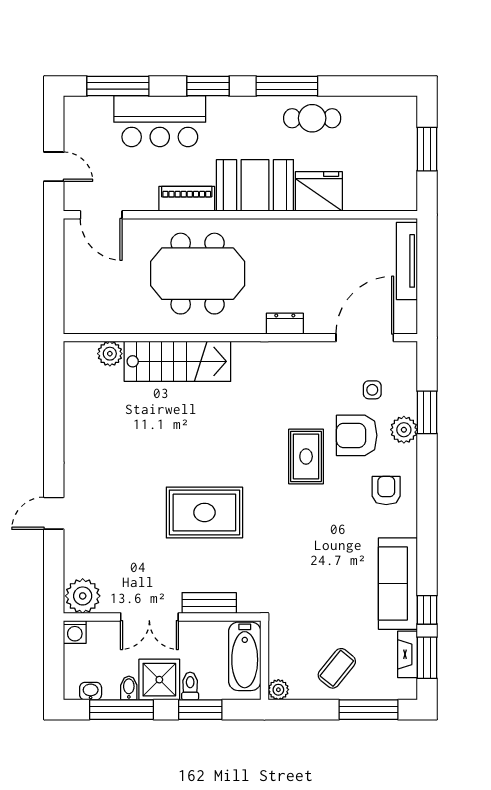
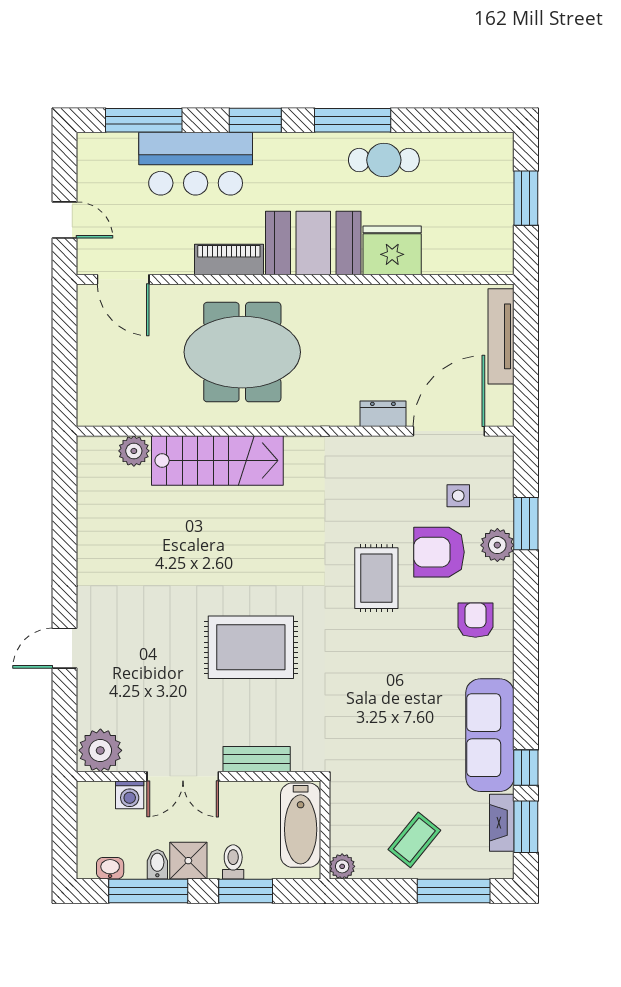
dresser: (285, 324) -> (383, 414), moved
washing machine: (75, 632) -> (130, 795), moved
shower: (159, 680) -> (188, 861), width x0.73, depth x0.73

